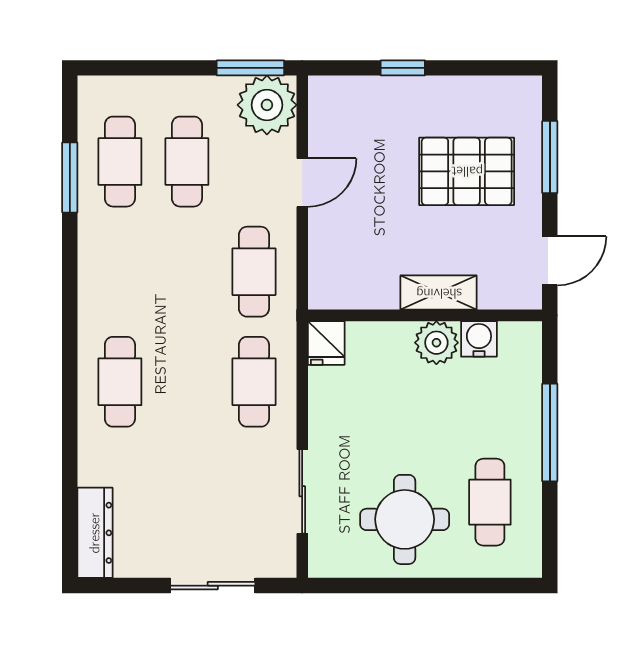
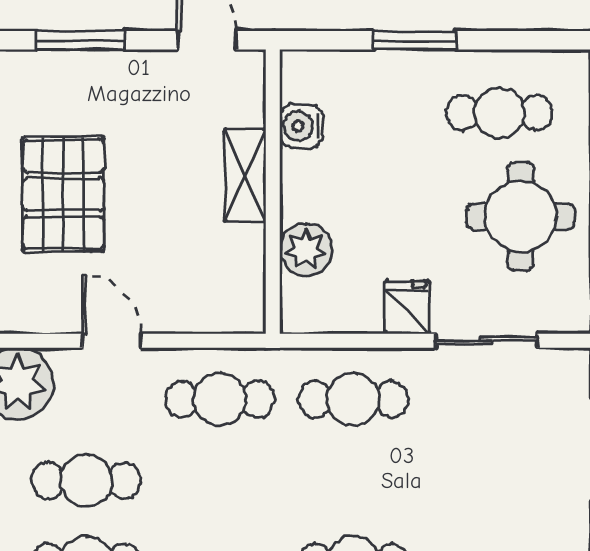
pallet: (467, 171) -> (63, 194), moved
fridge: (326, 343) -> (407, 307), moved, turned -90
plant: (436, 343) -> (306, 250), moved
window: (550, 432) -> (415, 40), width x0.69

